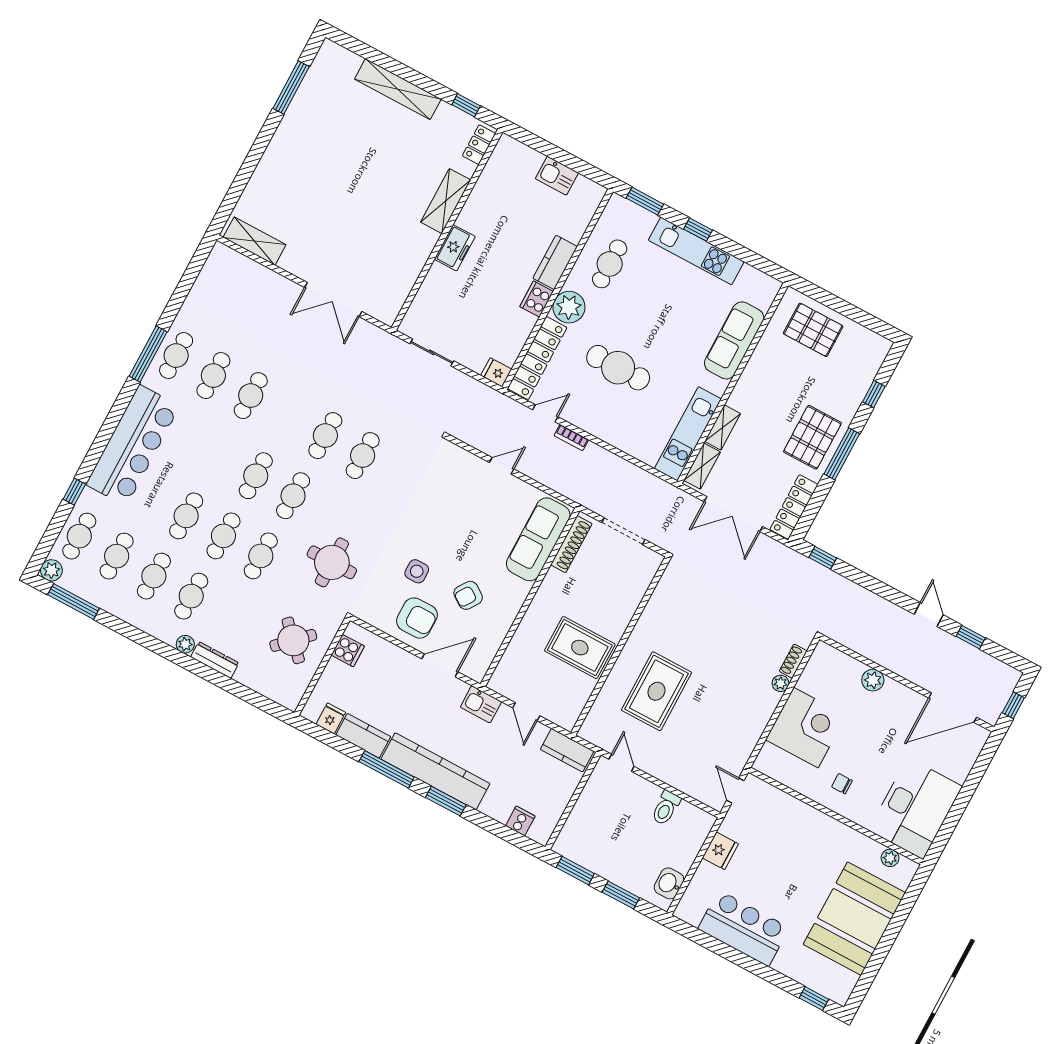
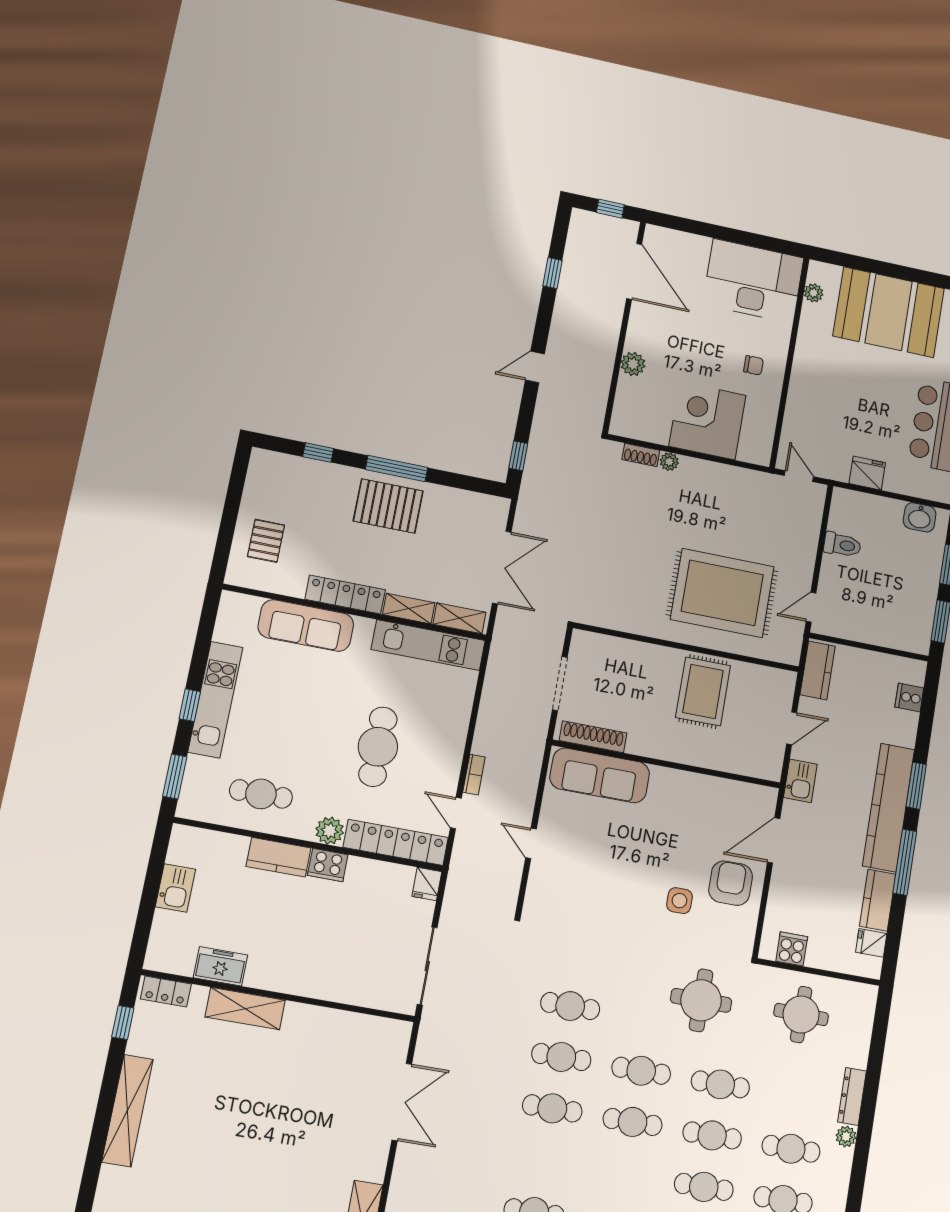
freezer: (455, 248) -> (221, 966), moved
plant: (569, 307) -> (330, 831), width x0.73, depth x0.73
pallet: (813, 330) -> (266, 541), width x0.67, depth x0.71
sliding door: (432, 352) -> (427, 966), width x1.37
cafe table: (251, 396) -> (552, 1108), moved
locker: (794, 507) -> (345, 595), moved, turned 180
armchair: (468, 595) -> (687, 834), removed
door: (929, 615) -> (535, 367), moved
round table: (293, 640) -> (801, 1015), turned 45
door: (440, 665) -> (774, 840), hinge flipped
rug: (656, 691) -> (722, 593), width x1.37, depth x1.44
chair: (842, 784) -> (754, 365), turned -90
door: (735, 790) -> (799, 476), swing flipped

